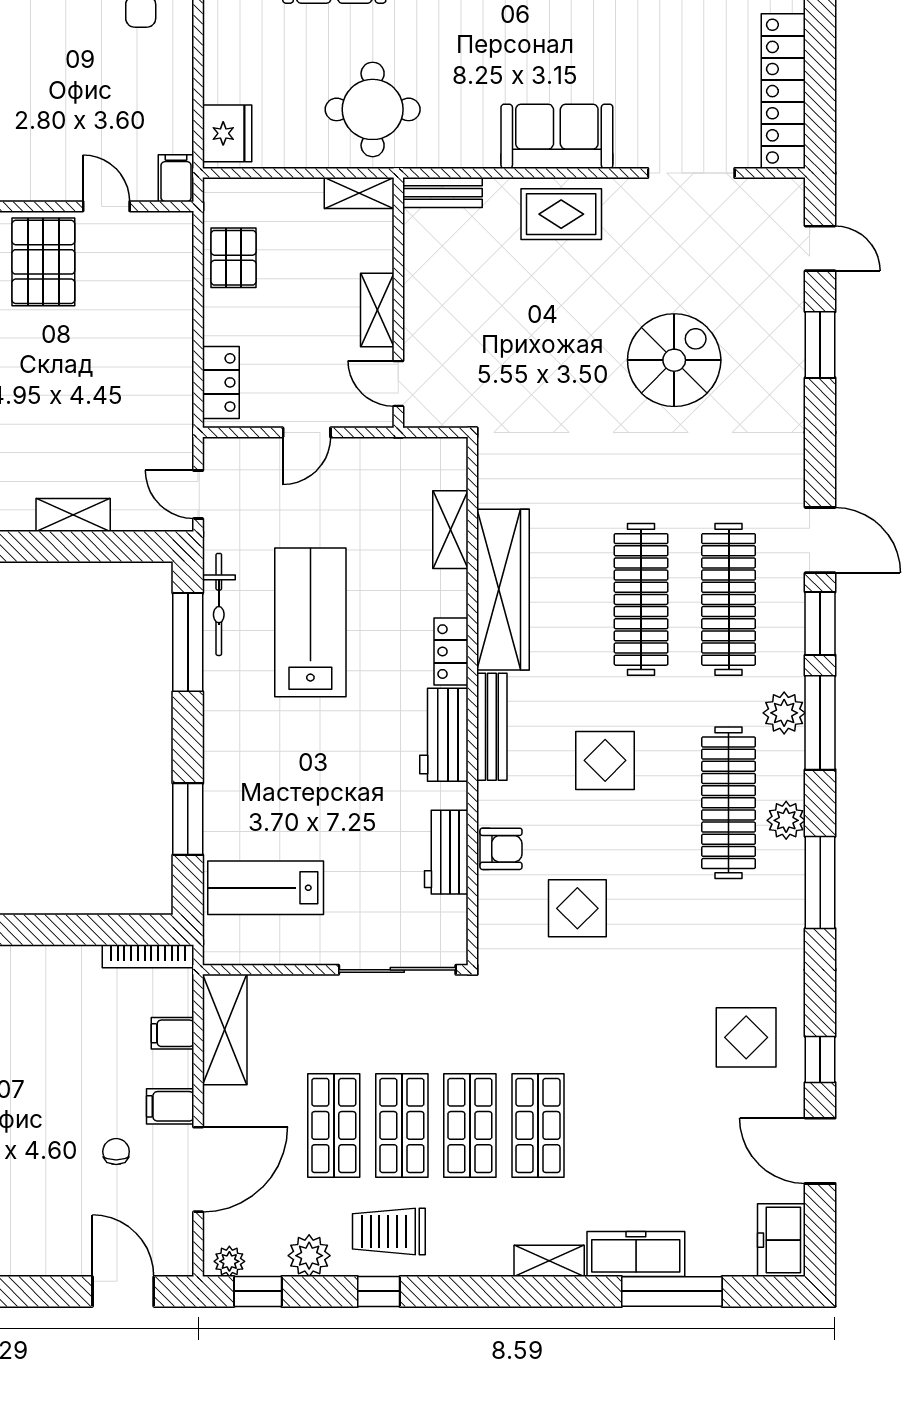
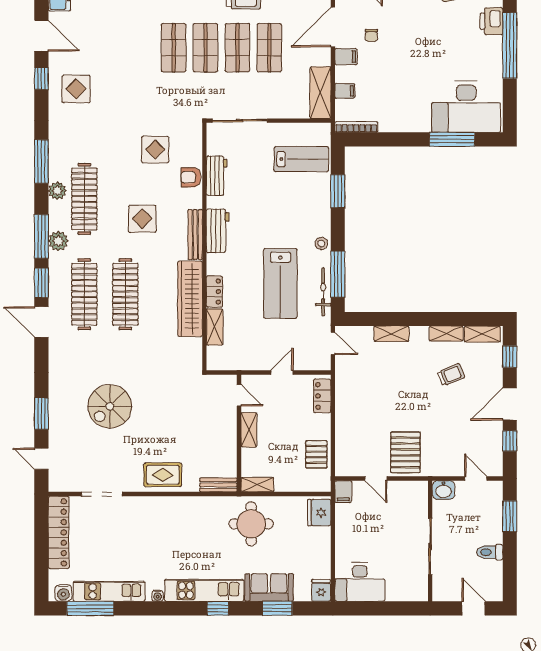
sofa: (557, 136) -> (165, 511), removed
locker: (451, 652) -> (214, 292), moved
stool: (223, 708) -> (321, 243), added

